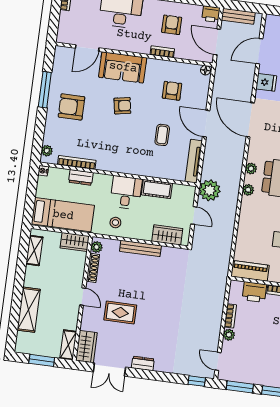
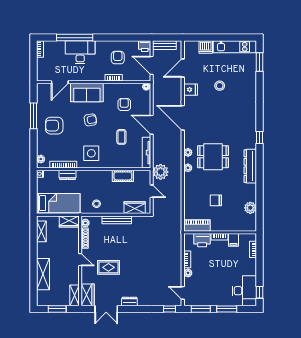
side table: (118, 152) -> (91, 153), added
desk: (126, 193) -> (101, 181), removed

